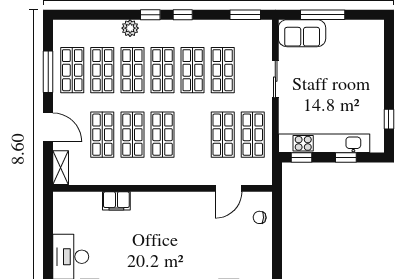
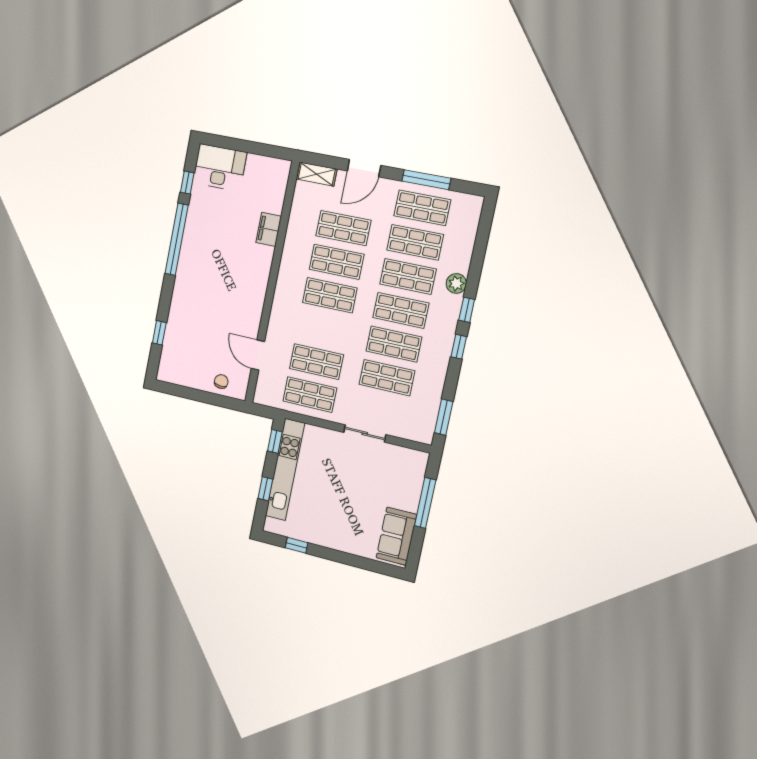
sofa: (302, 33) -> (396, 536), moved

